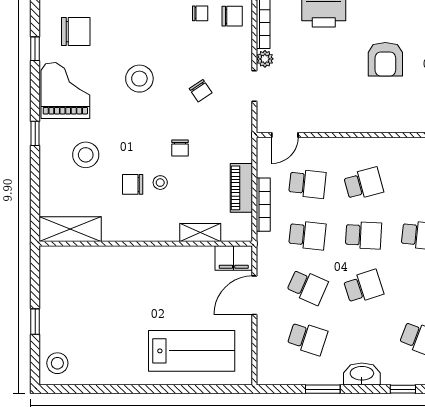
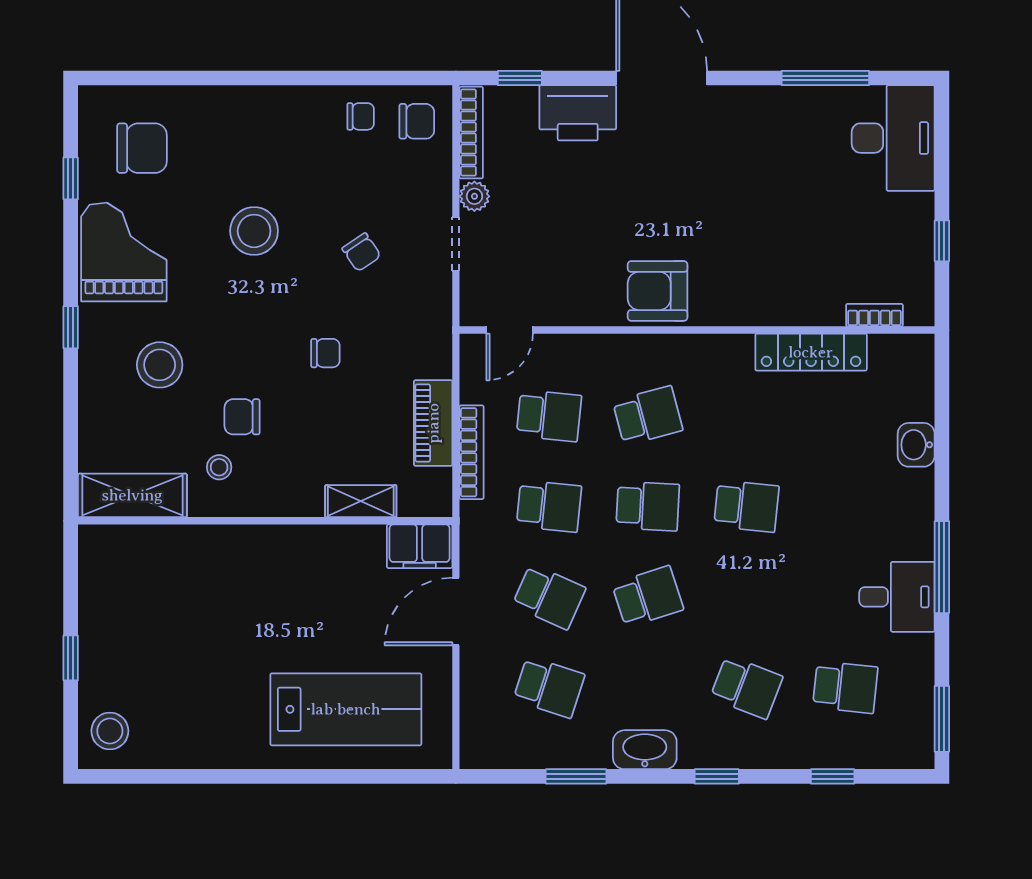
armchair: (385, 59) -> (658, 291), moved, turned 90
chair: (180, 148) -> (325, 353), turned -90
stool: (160, 183) -> (219, 467), moved

